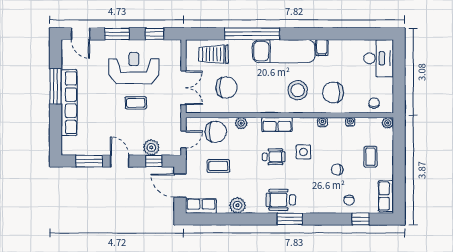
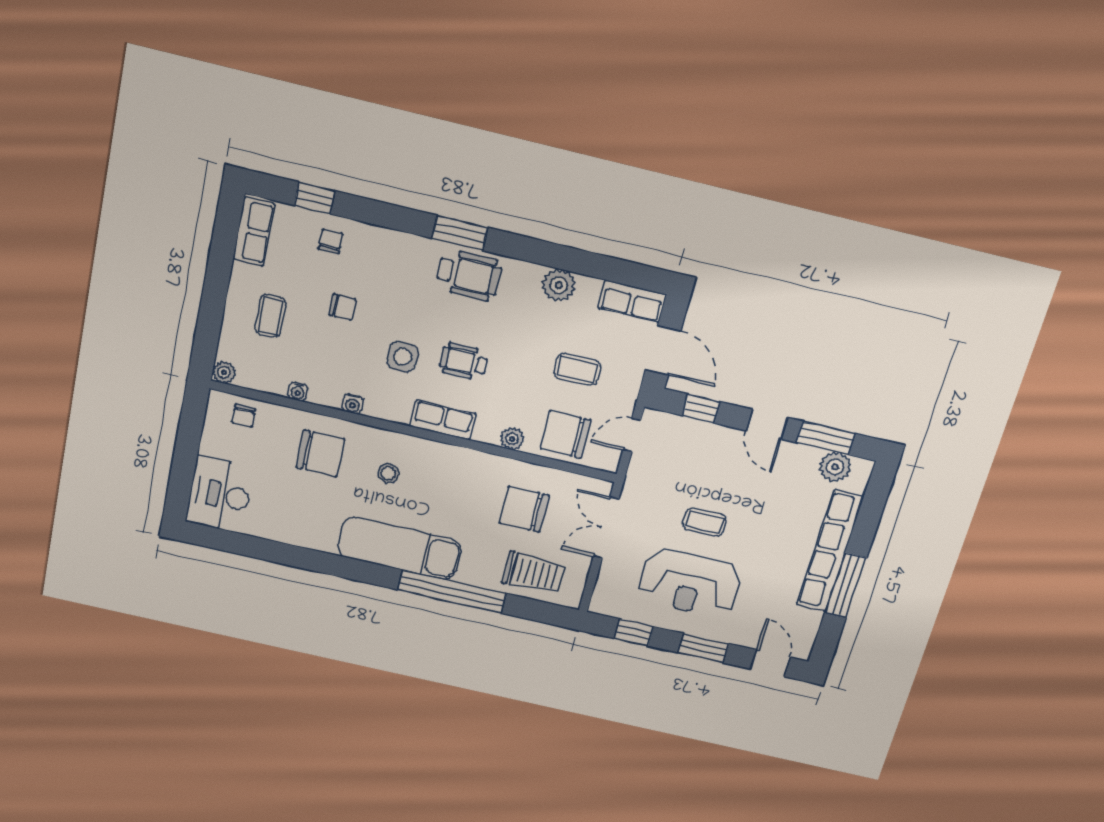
filing cabinet: (322, 48) -> (325, 538), removed
stool: (298, 90) -> (388, 473), width x0.53, depth x0.53
plant: (151, 147) -> (835, 467), moved

